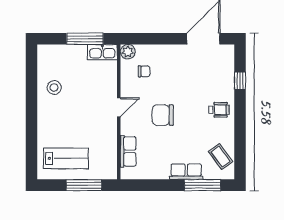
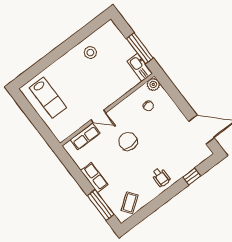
door: (119, 107) -> (98, 116), moved
row of seats: (186, 172) -> (94, 177), moved
window: (84, 185) -> (39, 124), removed

